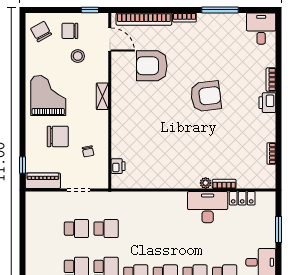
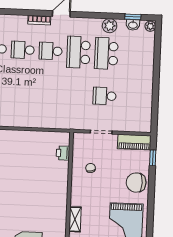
chair: (58, 136) -> (136, 183), moved
school desk: (106, 229) -> (77, 95), removed

